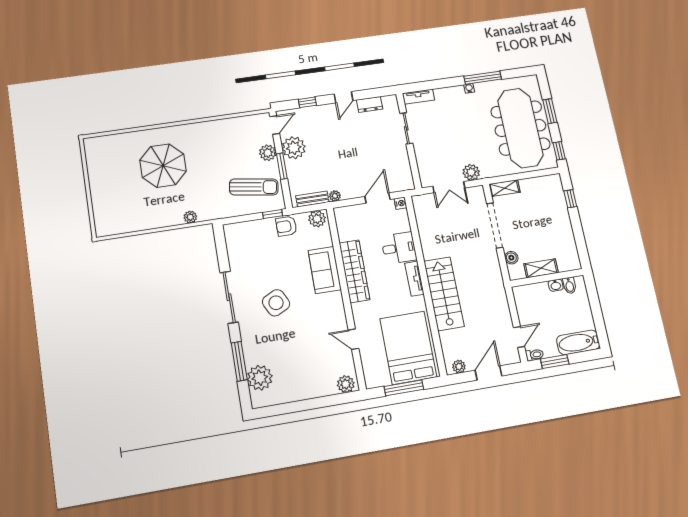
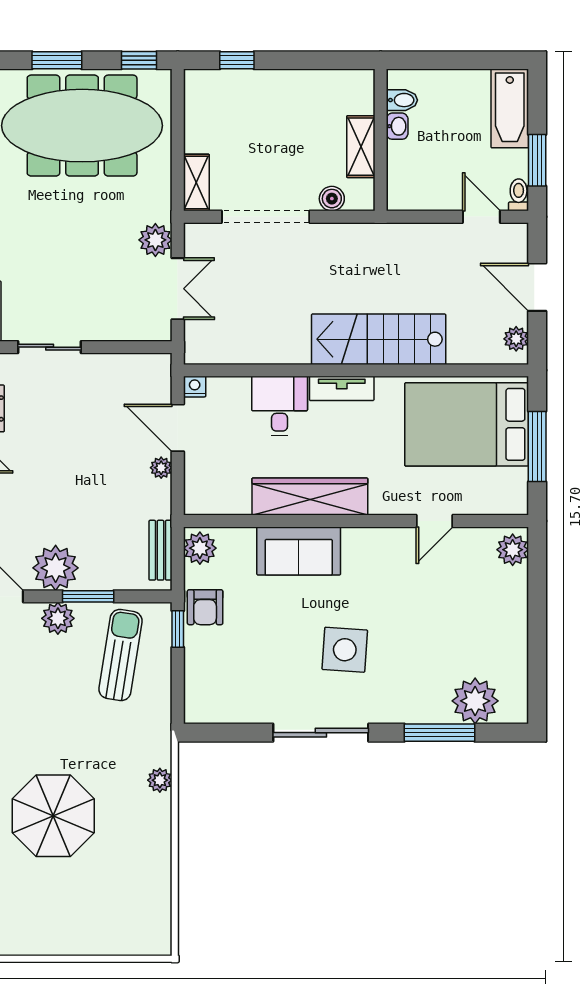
plant: (335, 196) -> (161, 468), moved
side table: (276, 303) -> (345, 650), turned 31

